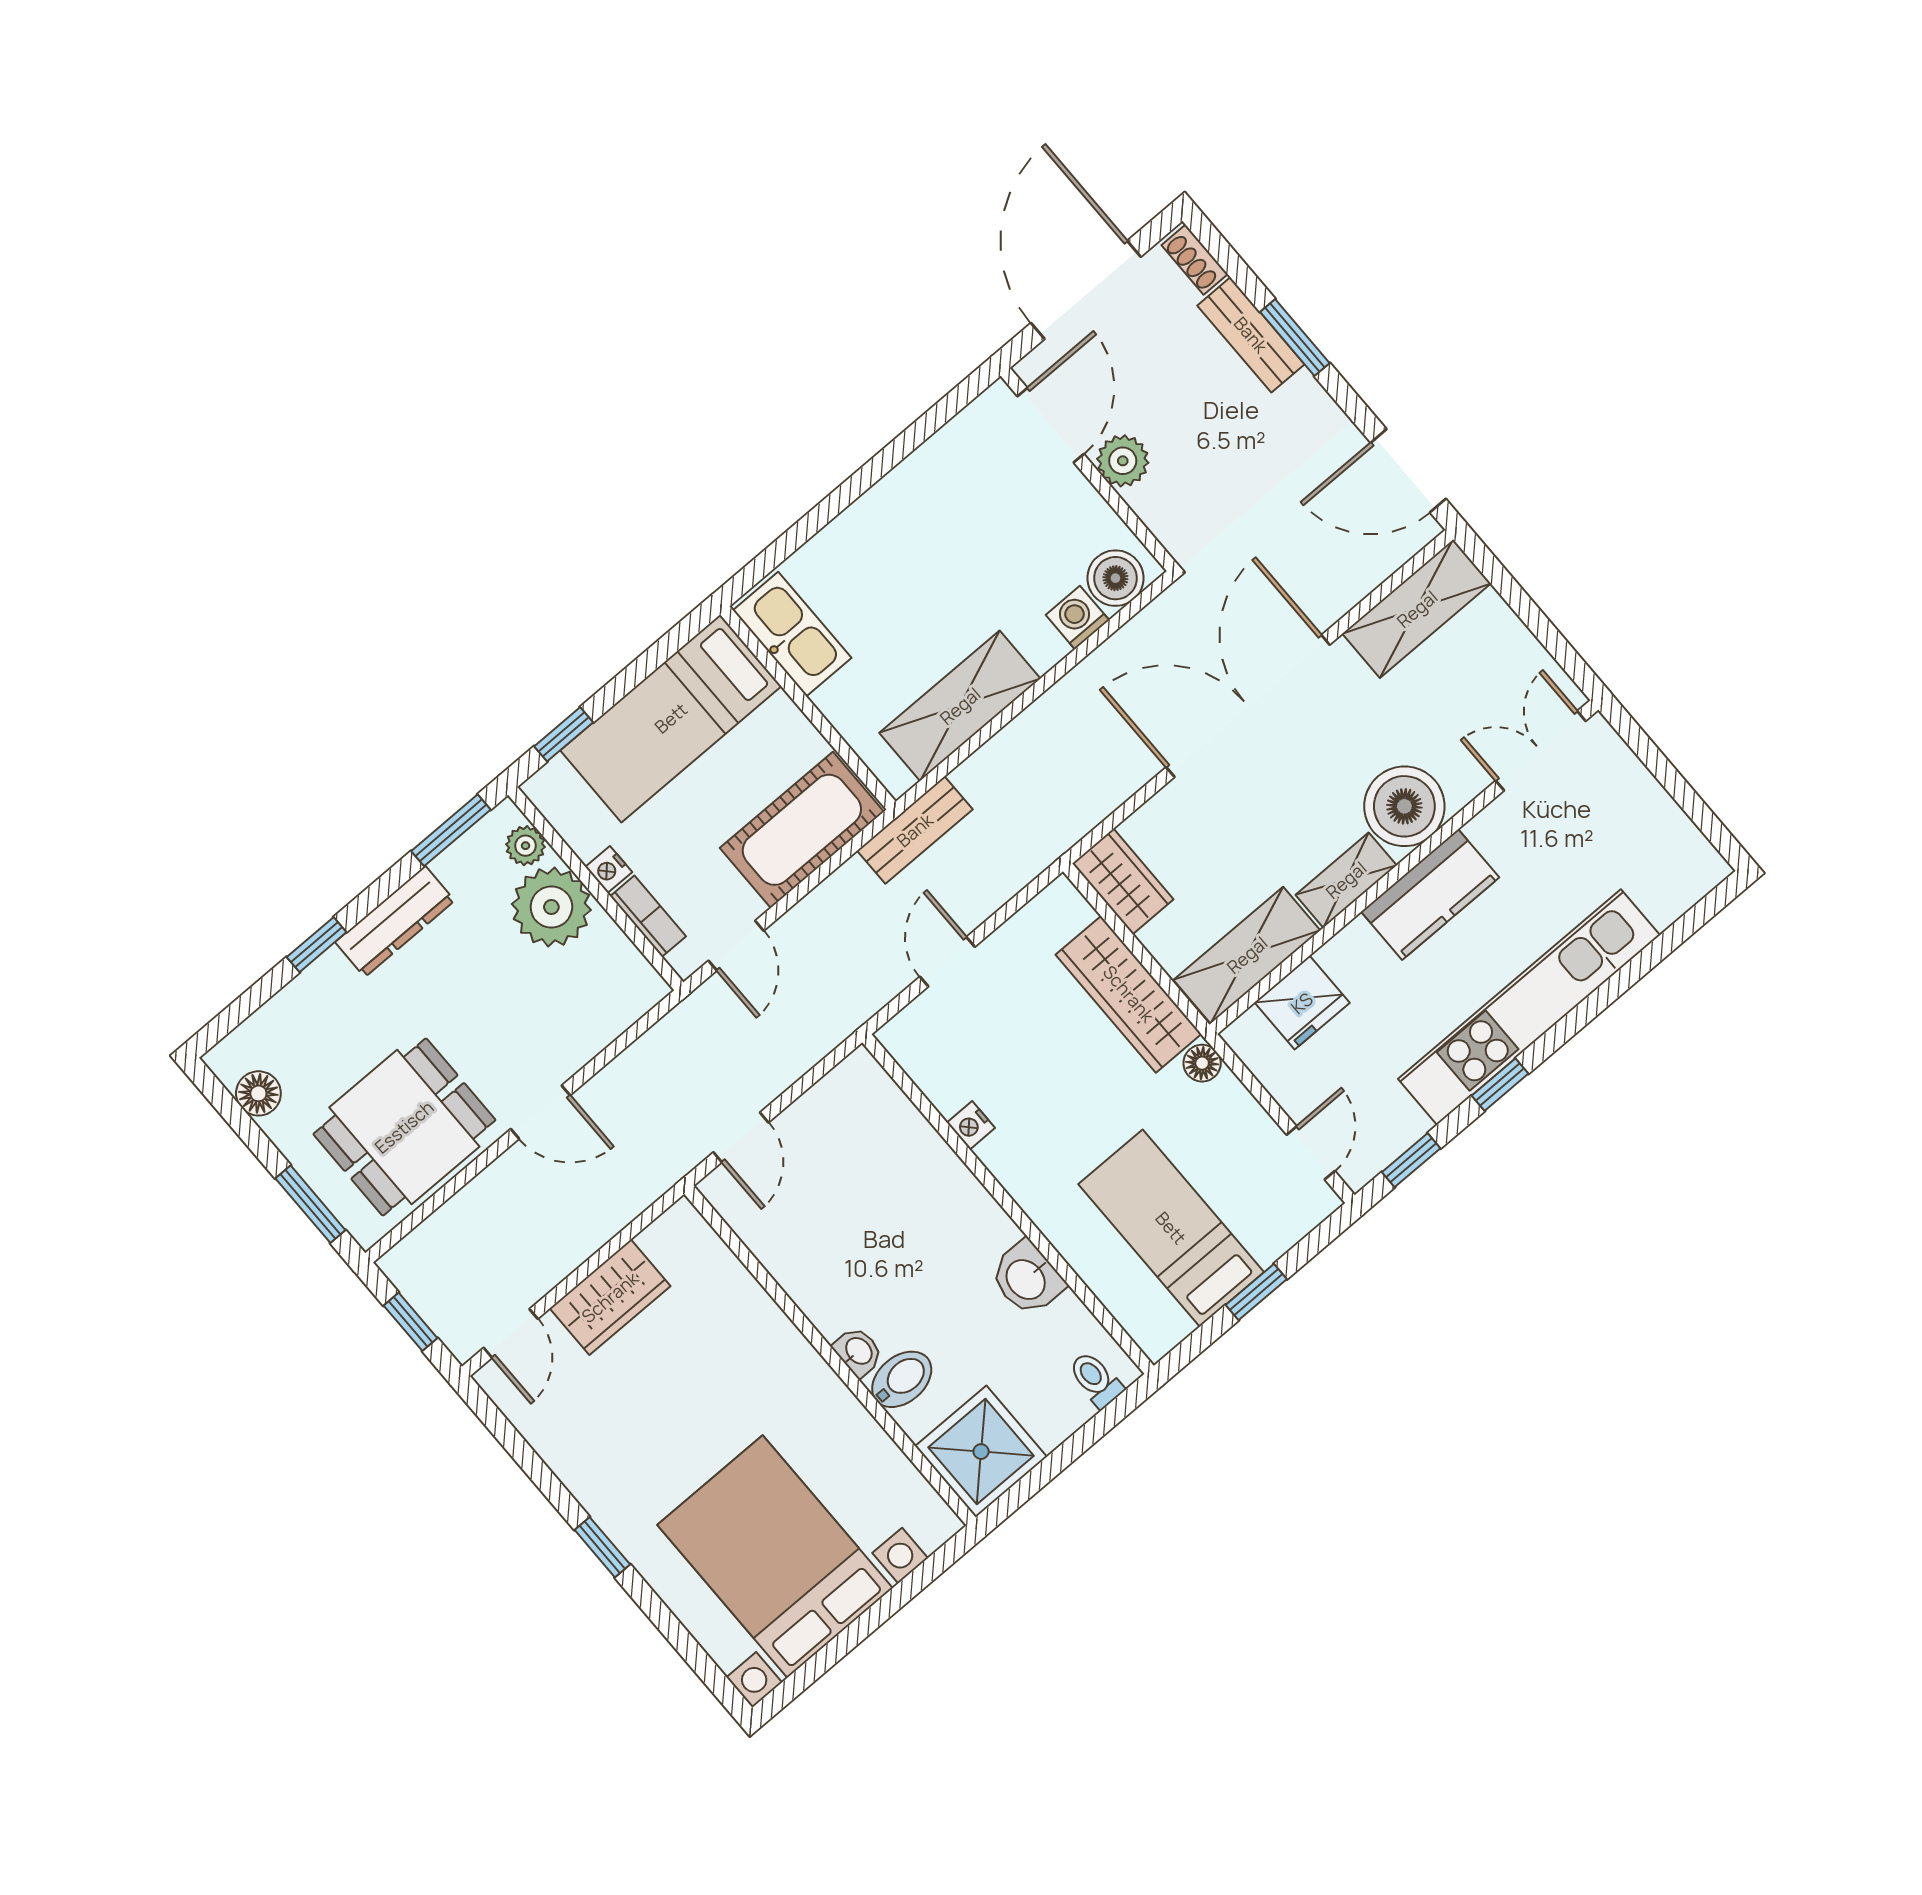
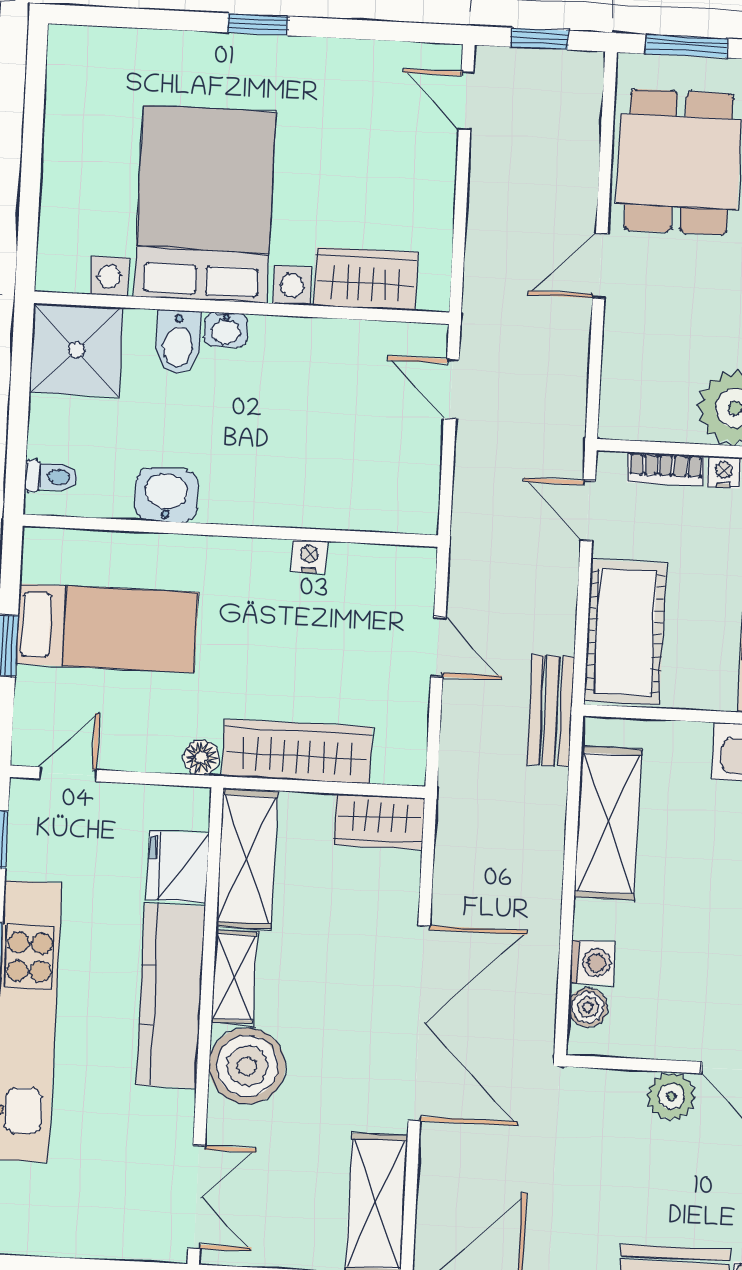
boiler: (1115, 578) -> (588, 1007), width x0.73, depth x0.73
kitchen counter: (1430, 894) -> (171, 996), width x1.50
door: (1311, 1153) -> (68, 774), swing flipped
wardrobe: (610, 1297) -> (366, 279), moved, turned 90
bed with nightstands: (775, 1557) -> (205, 204), moved, turned -90

